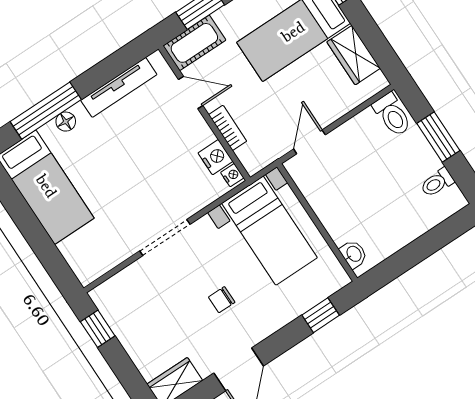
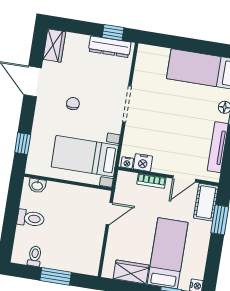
toilet: (392, 115) -> (31, 218), moved, turned 180
door: (309, 142) -> (109, 214), hinge flipped
dresser: (118, 317) -> (110, 47), added

